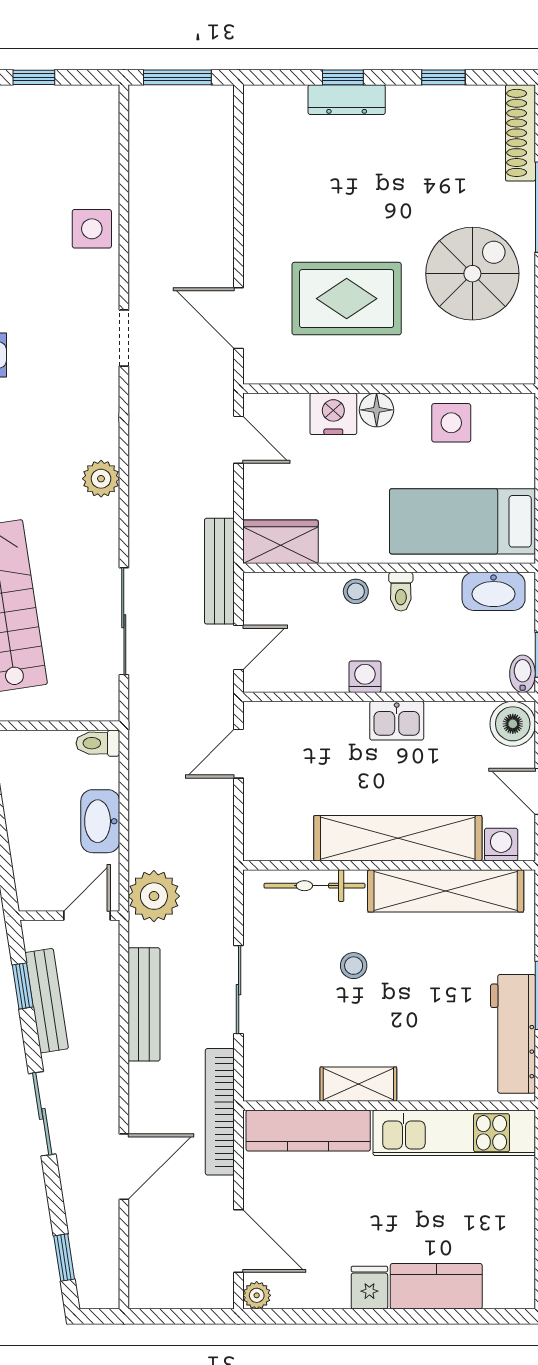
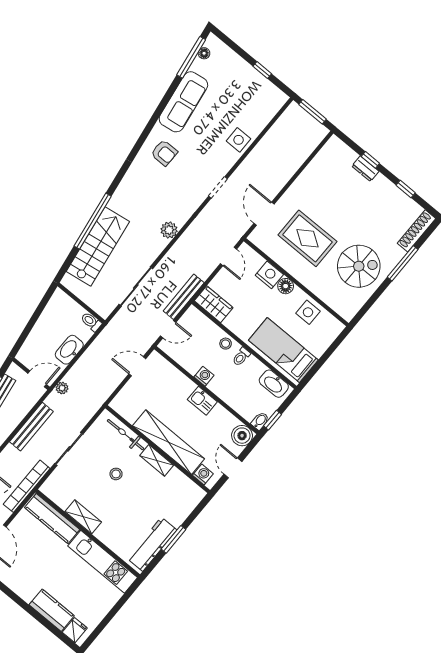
dresser: (347, 100) -> (365, 169), width x0.70
shelving: (446, 891) -> (157, 460), width x0.45, depth x0.75
plant: (154, 896) -> (62, 388), width x0.53, depth x0.53
fridge: (369, 1288) -> (75, 630), moved

